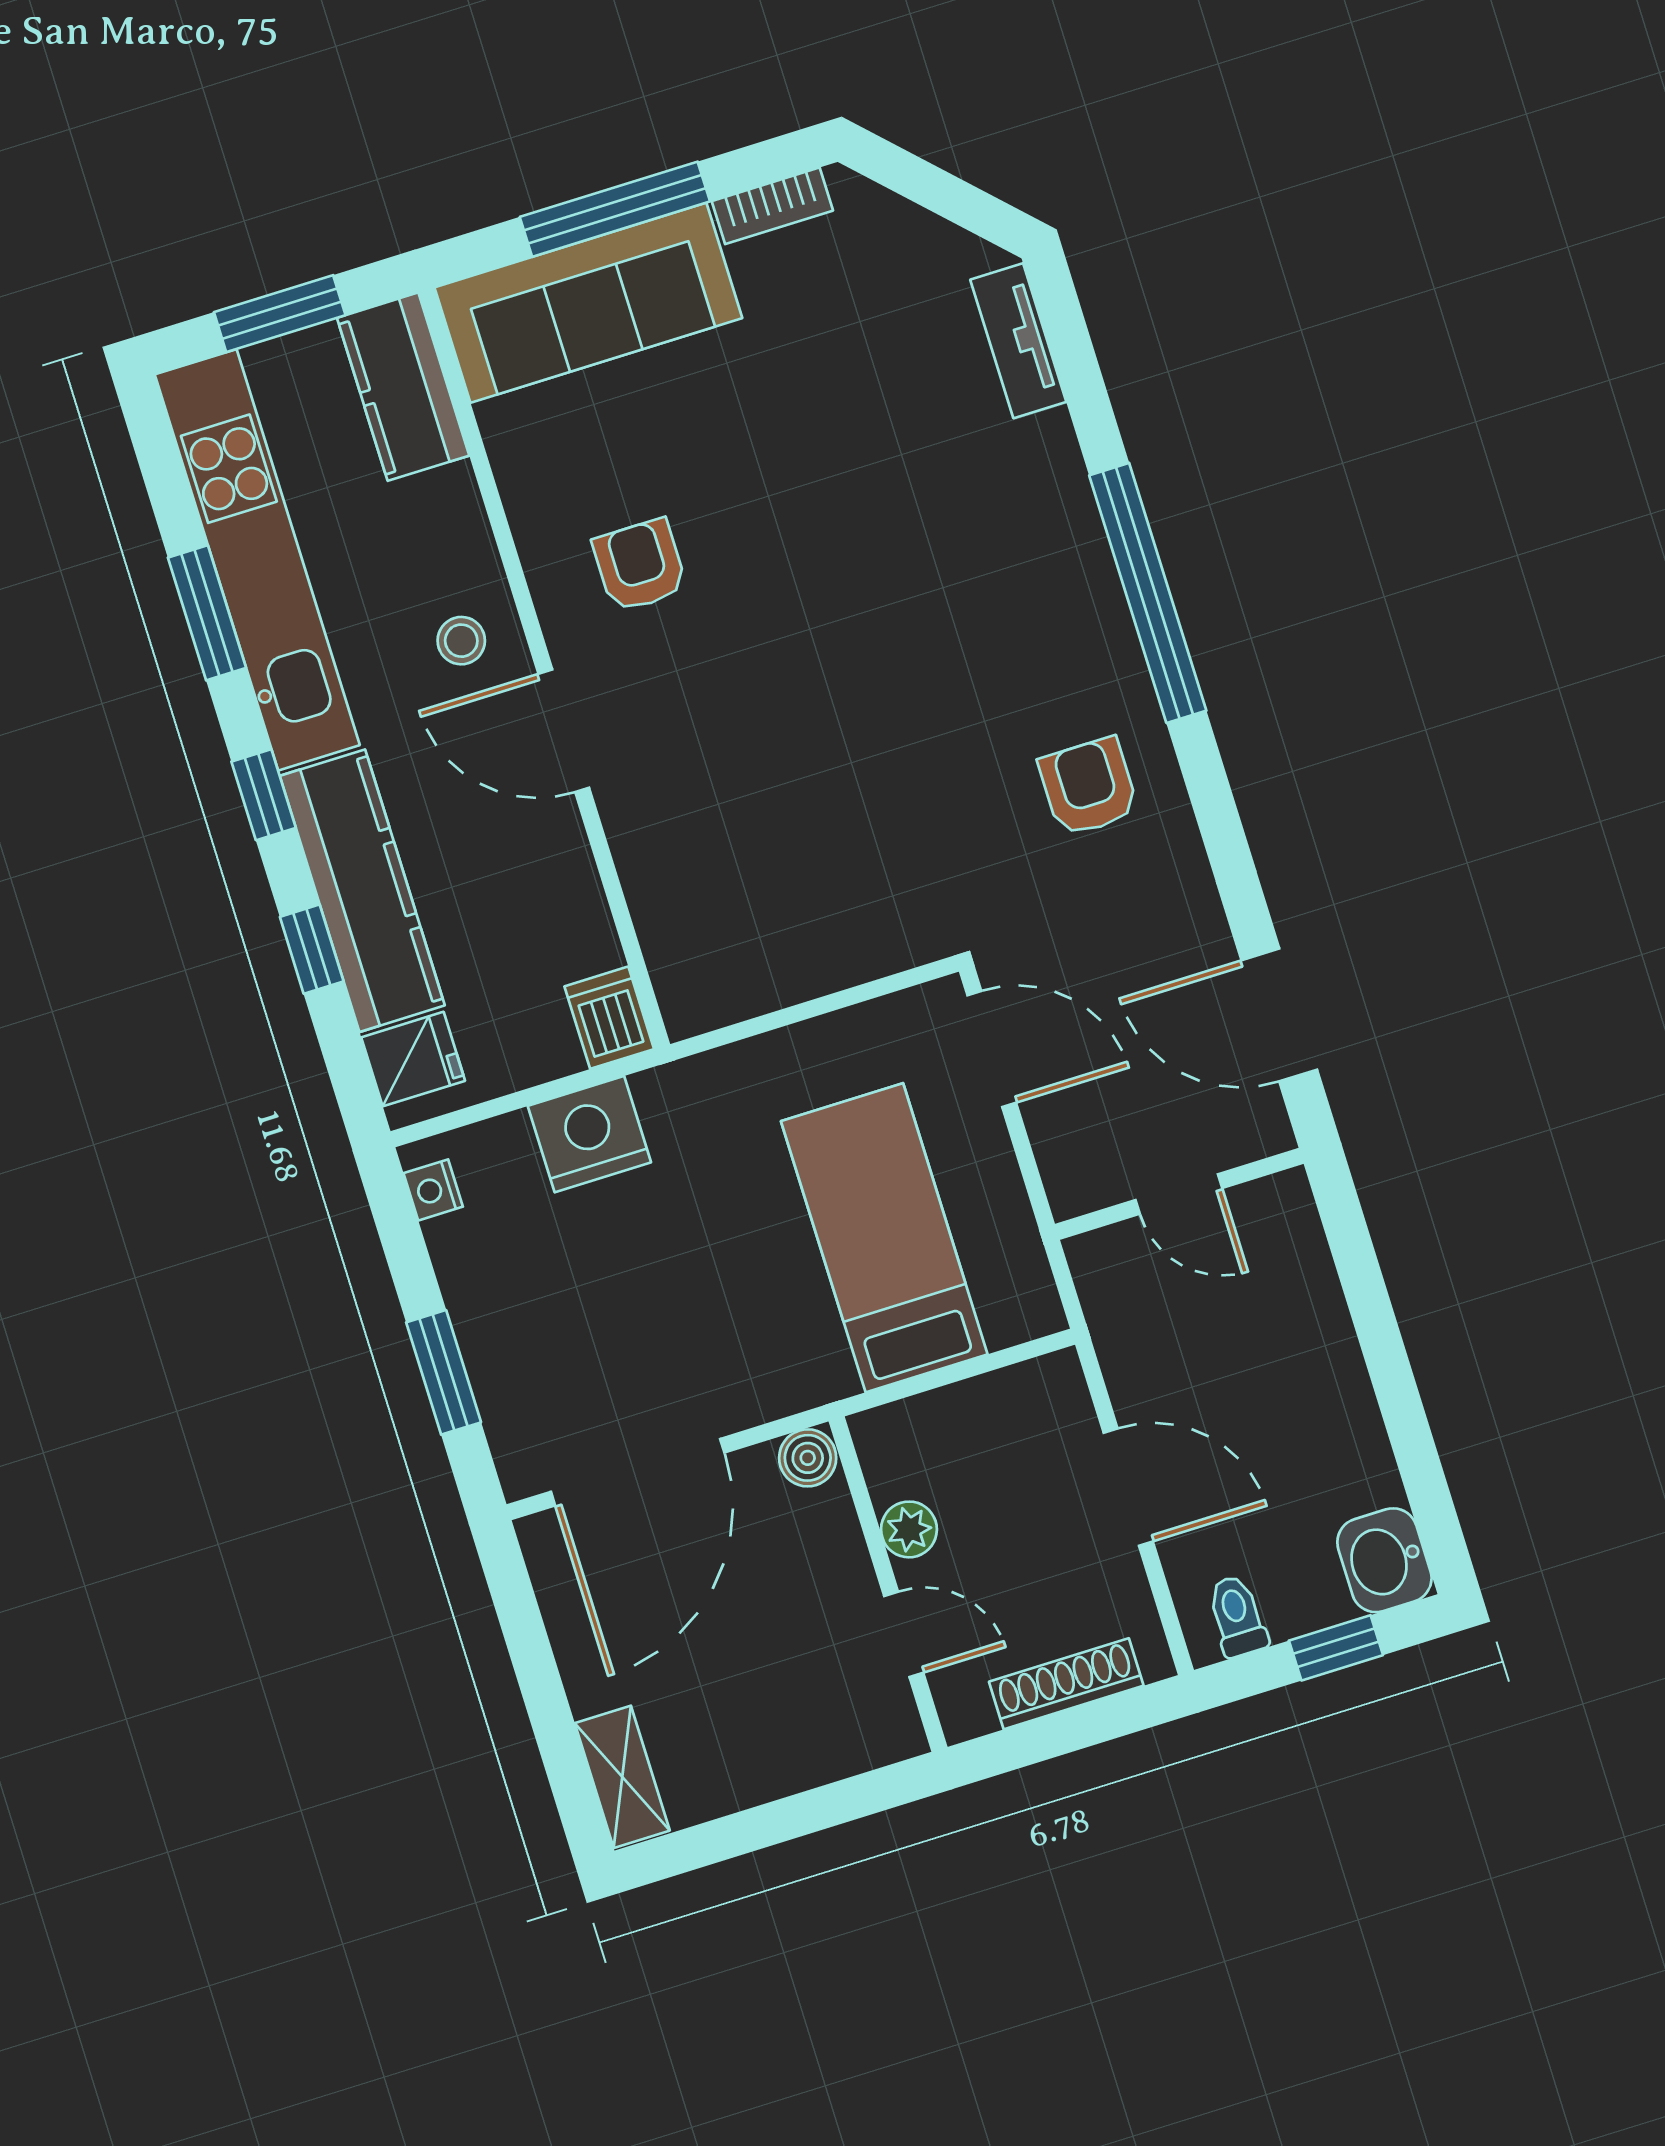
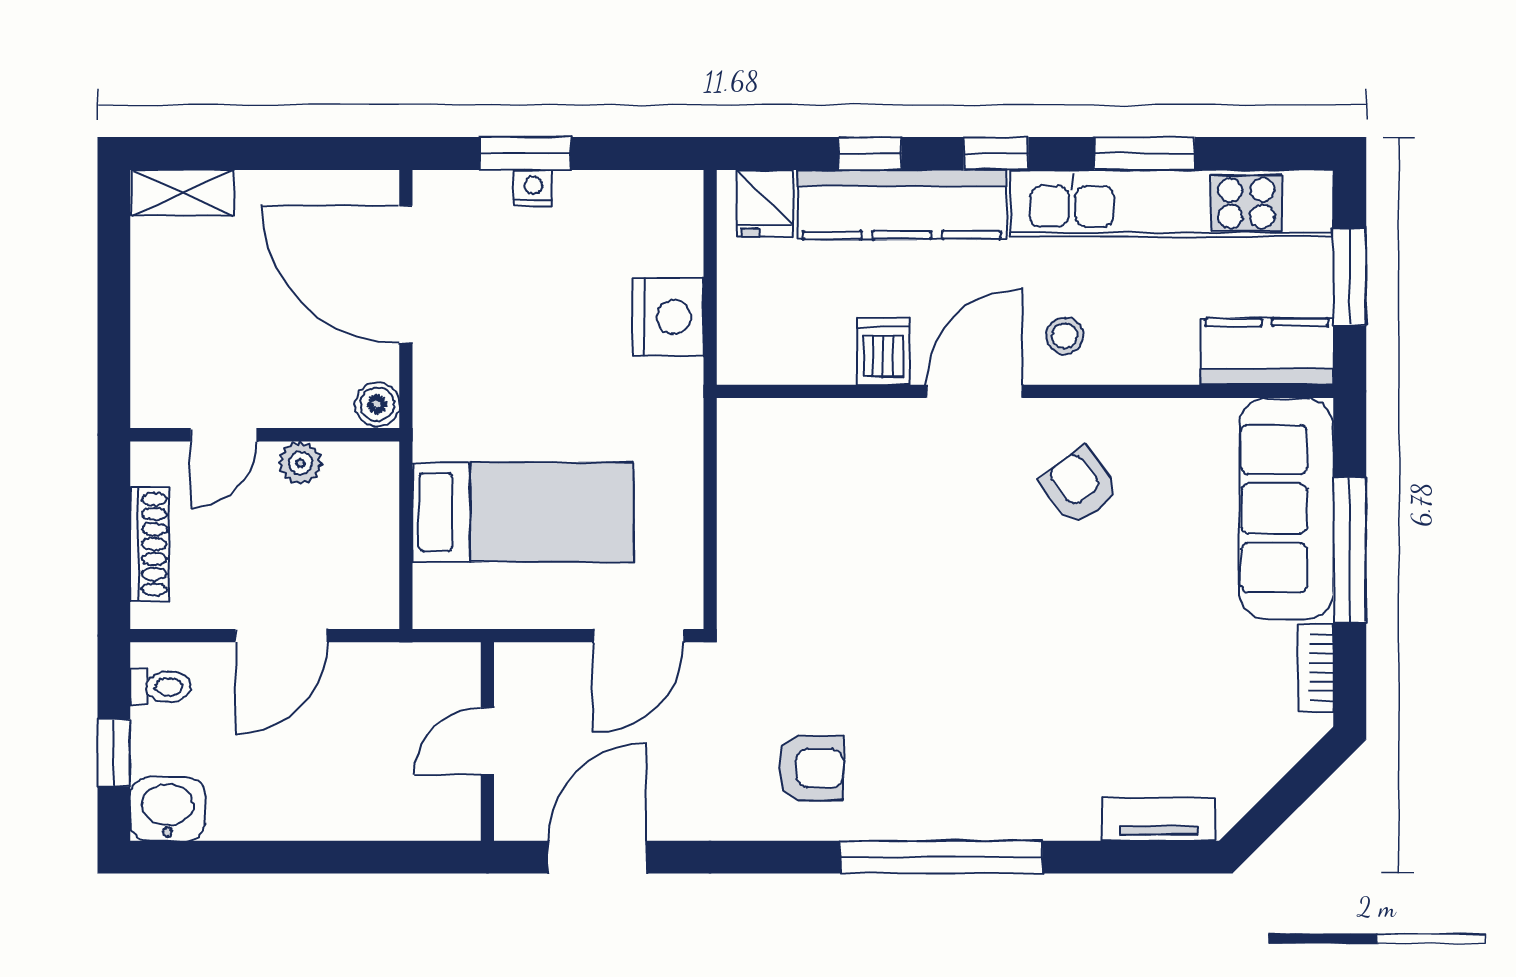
armchair: (640, 565) -> (1079, 486), turned -127
dishwasher: (609, 1018) -> (883, 351), moved, turned -90
nightstand: (433, 1190) -> (533, 188), moved

